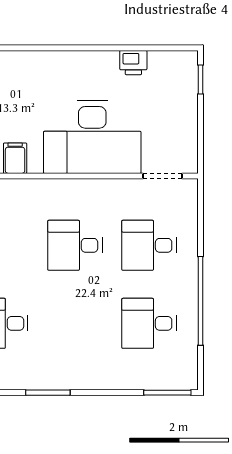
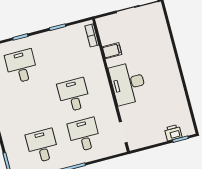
printer: (133, 63) -> (173, 133), moved, turned 90
desk: (92, 137) -> (128, 83), width x0.73, depth x0.77

